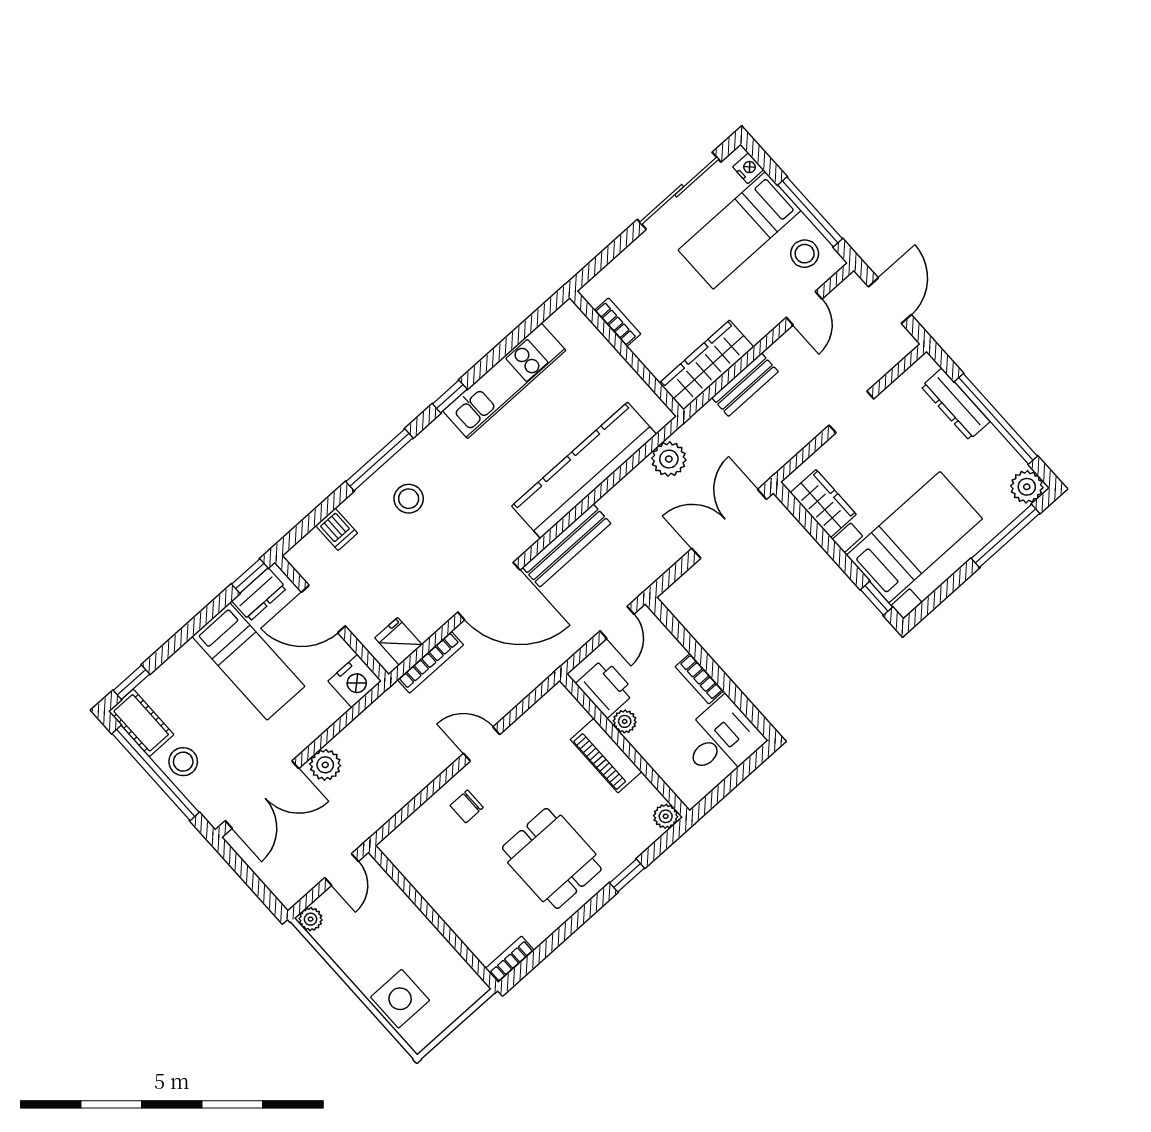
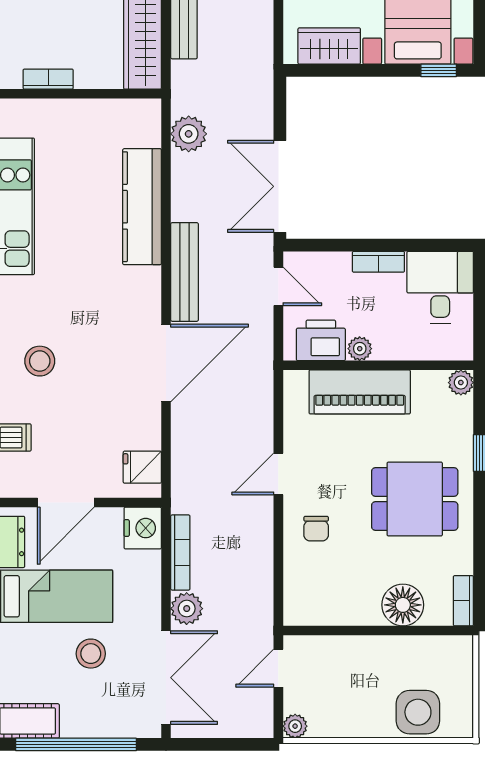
kitchen counter: (584, 470) -> (142, 207), width x0.72, depth x0.86
double door: (729, 524) -> (280, 186), moved
bookcase: (430, 662) -> (180, 553), moved
piano: (606, 756) -> (360, 392), width x1.37, depth x1.33
stool: (183, 762) -> (91, 654), moved
door: (342, 870) -> (278, 668), swing flipped
floor lamp: (468, 918) -> (403, 605), added

